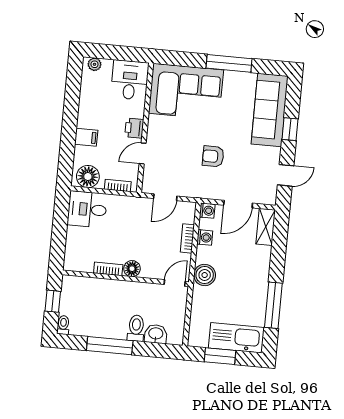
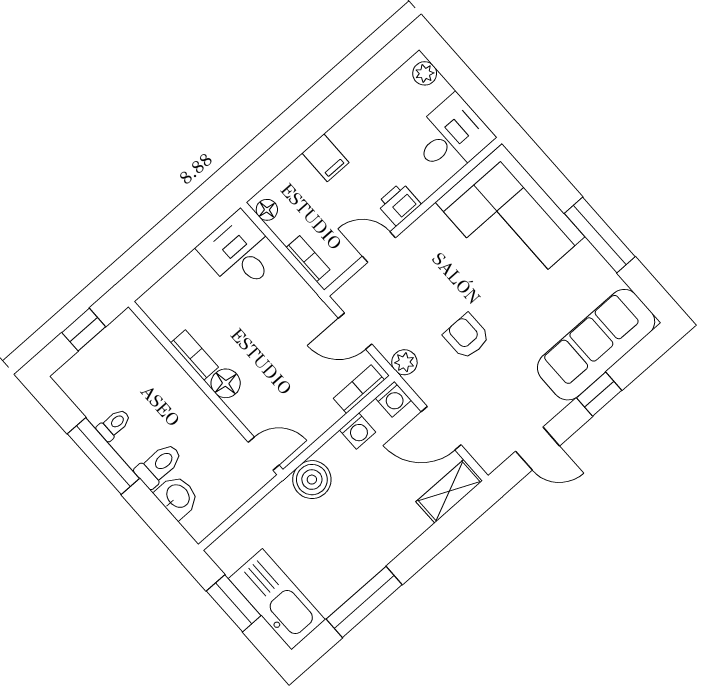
floor lamp: (88, 177) -> (267, 210), width x0.53, depth x0.53
plant: (198, 191) -> (404, 362), added
bookcase: (187, 238) -> (359, 389), moved
toilet: (63, 325) -> (114, 425), moved

